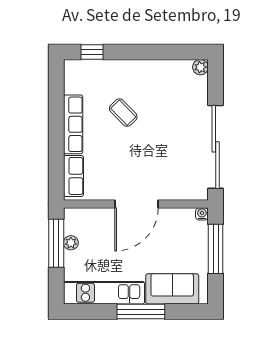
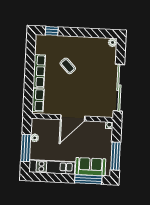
window: (56, 243) -> (26, 148), moved
window: (216, 249) -> (116, 156), moved
window: (141, 312) -> (88, 179), moved

